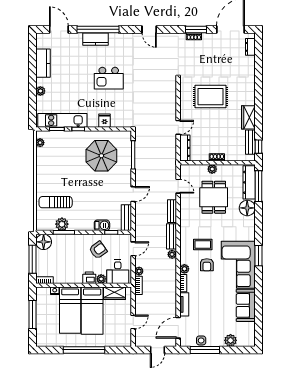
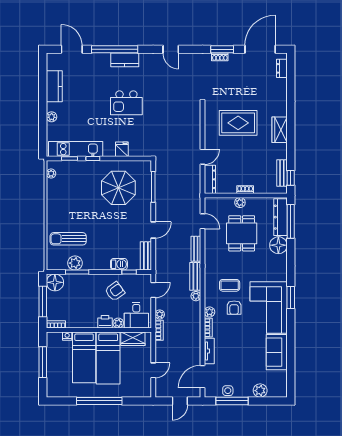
kitchen counter: (96, 39) -> (125, 60), moved
wardrobe: (248, 117) -> (280, 130), moved

